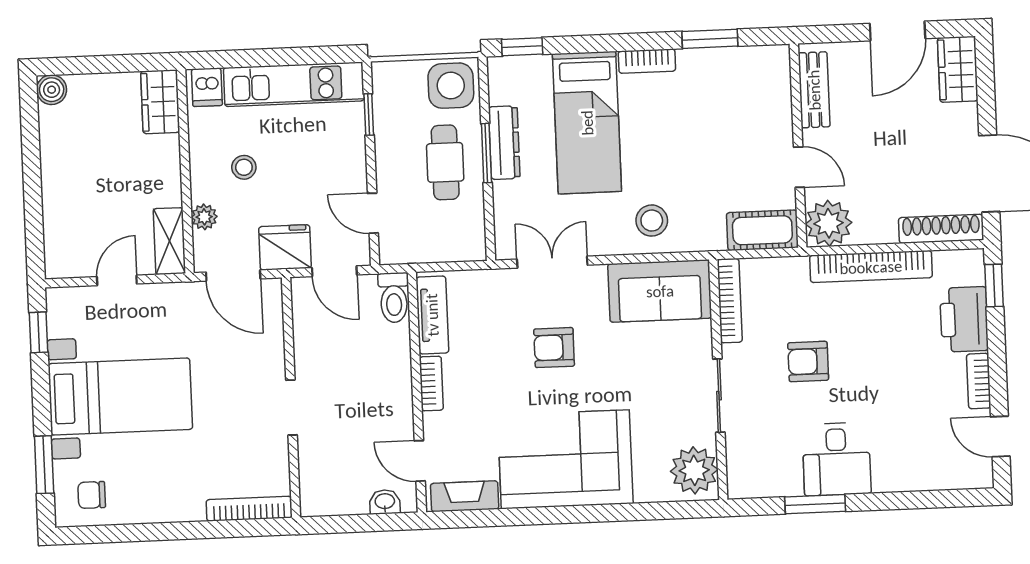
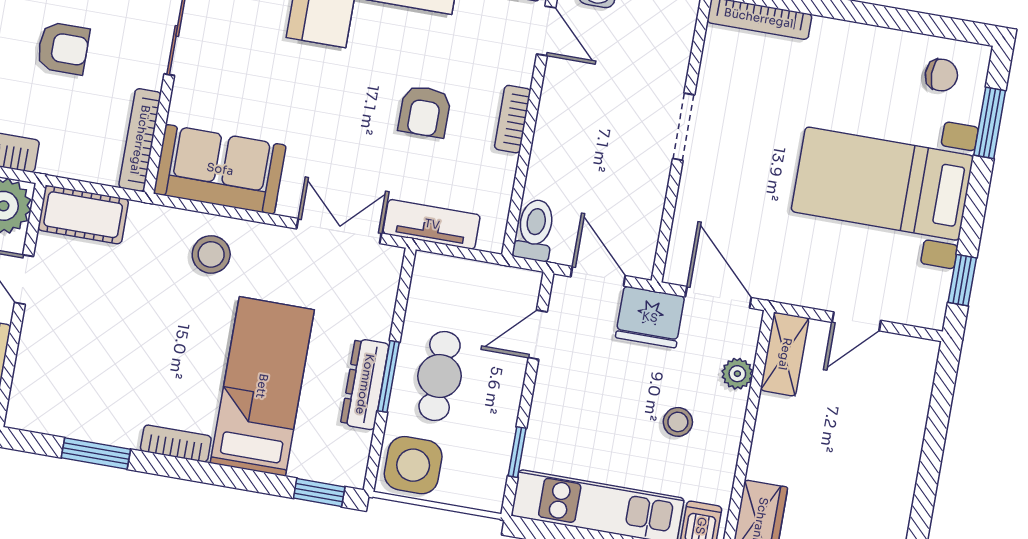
door: (373, 213) -> (538, 335), swing flipped
double door: (552, 262) -> (339, 231), swing flipped
tv unit: (432, 315) -> (432, 224), moved, turned 90
armchair: (554, 348) -> (425, 111), moved, turned 90

